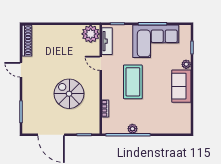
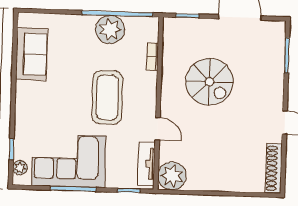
plant: (186, 64) -> (20, 168), moved
sofa: (181, 86) -> (31, 54), moved
plant: (132, 129) -> (110, 30), width x1.87, depth x1.87

